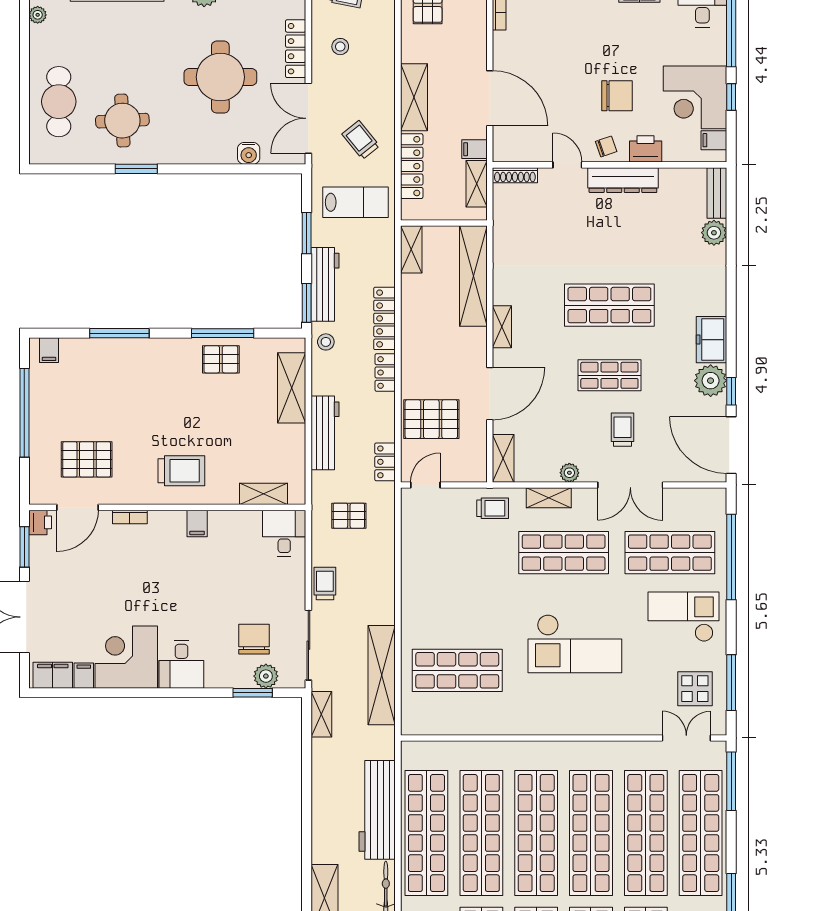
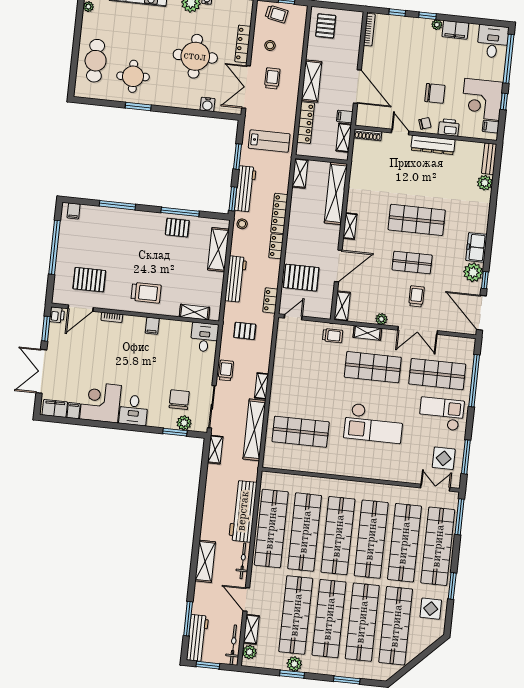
trolley: (361, 140) -> (272, 78), moved, turned 39
shelving: (386, 603) -> (262, 386), added

